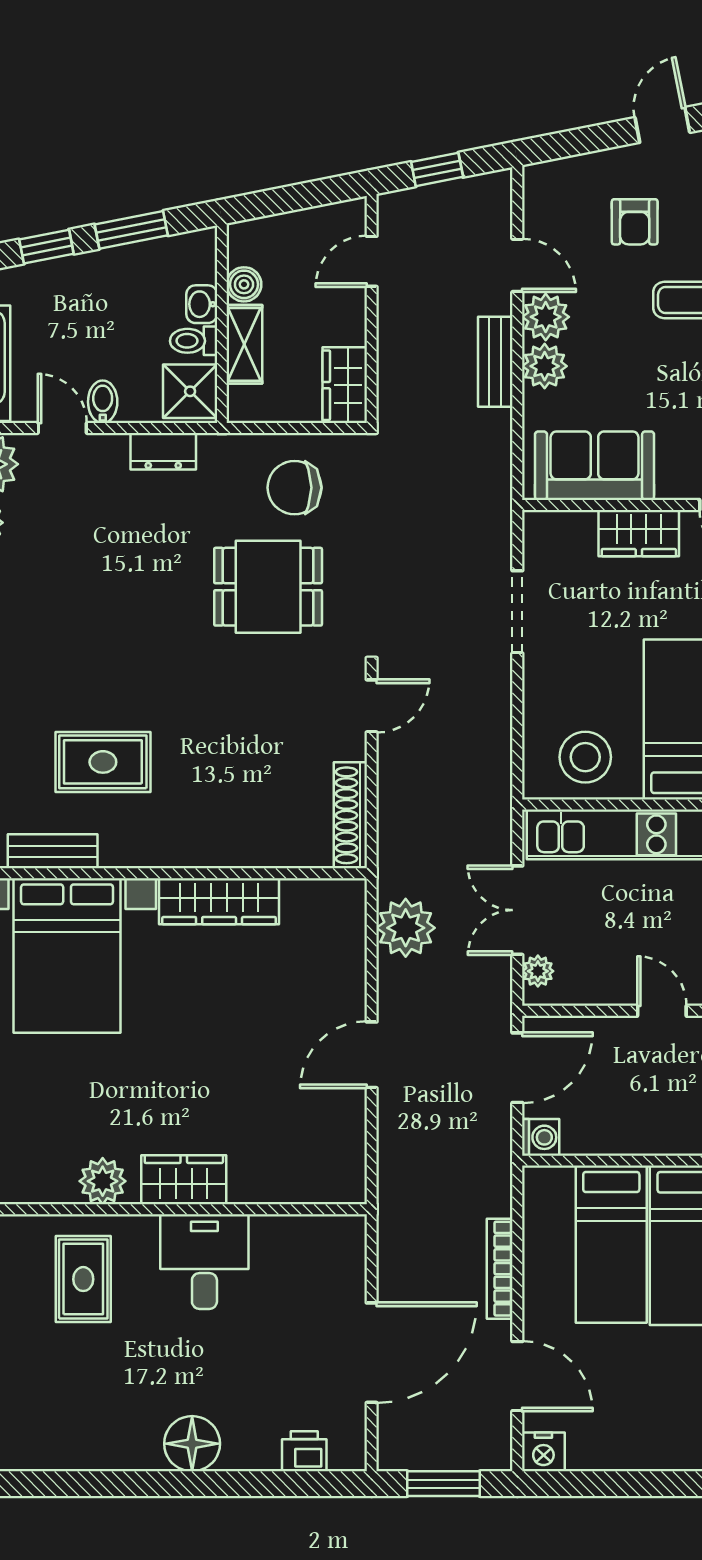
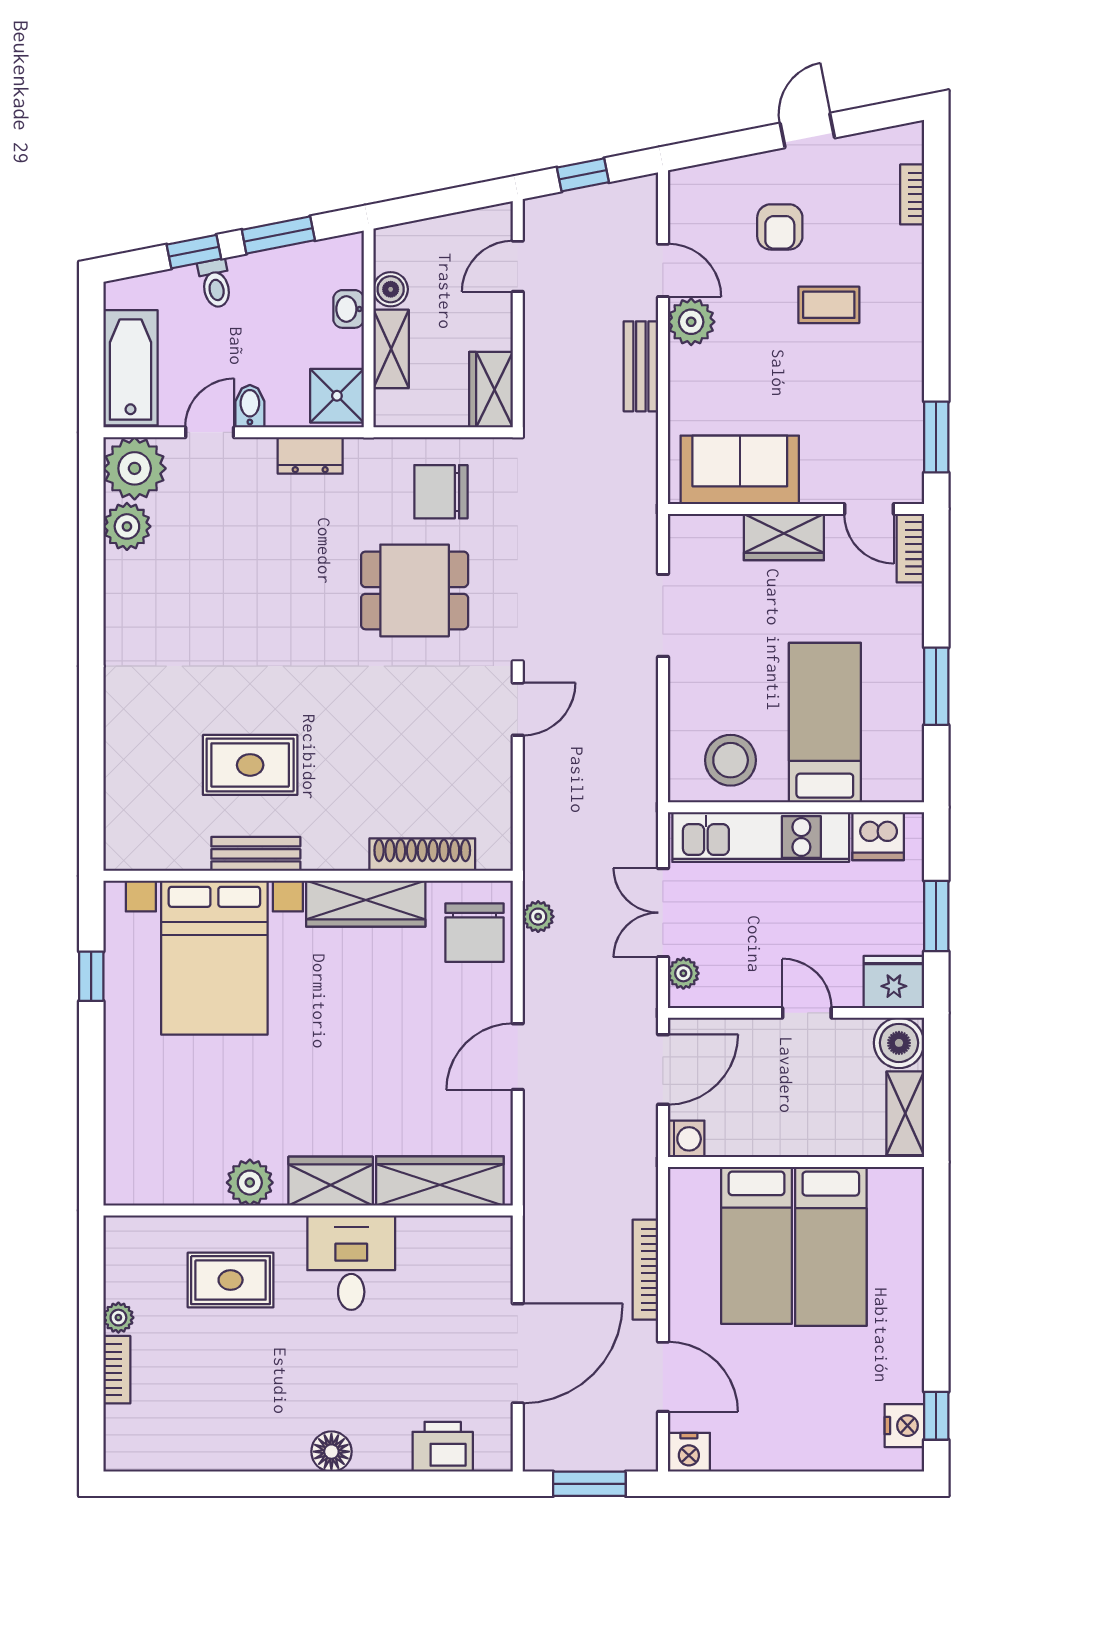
toilet: (194, 341) -> (215, 284), moved, turned -101
plant: (545, 366) -> (690, 371), removed
door: (62, 428) -> (210, 432), hinge flipped
shoe rack: (350, 815) -> (422, 855), moved, turned 90
bench: (53, 851) -> (256, 854), moved
plant: (406, 928) -> (538, 917), width x0.53, depth x0.53
chair: (328, 930) -> (475, 933), added
wardrobe: (293, 1180) -> (440, 1181), added
rug: (83, 1279) -> (231, 1280), turned 90
floor lamp: (192, 1444) -> (331, 1452), width x0.73, depth x0.73
printer: (304, 1451) -> (443, 1447), width x1.36, depth x1.24

